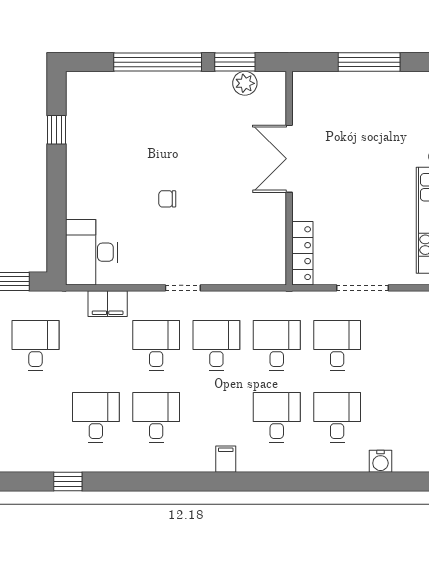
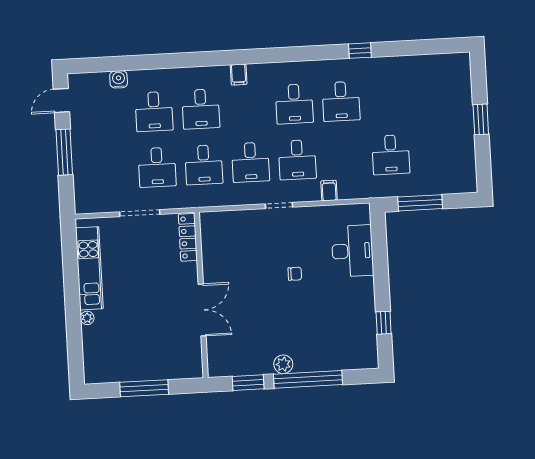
plant: (245, 83) -> (283, 364), moved
desk: (91, 252) -> (352, 251), moved
filing cabinet: (108, 304) -> (329, 191), width x0.50

